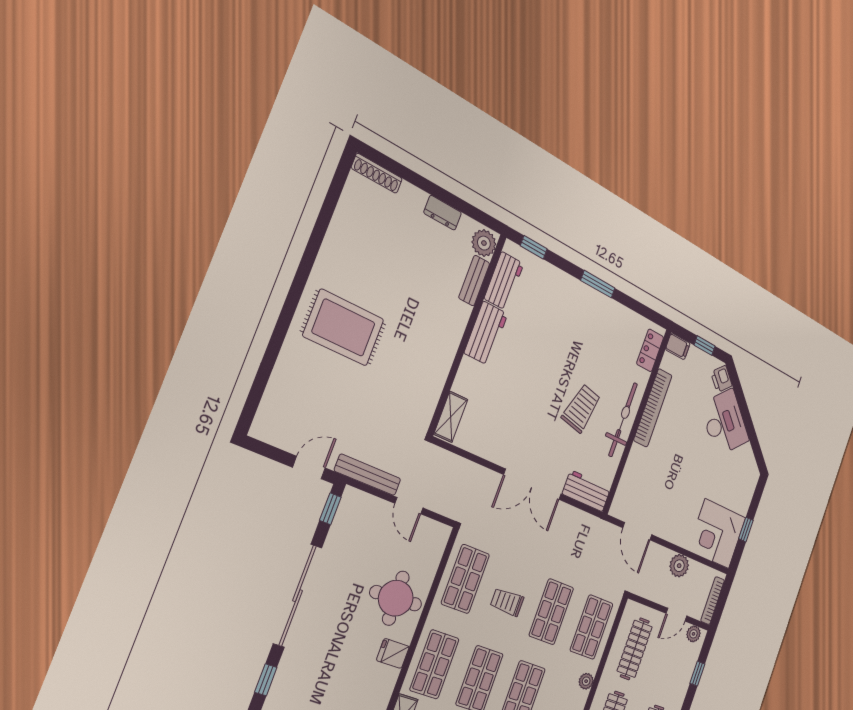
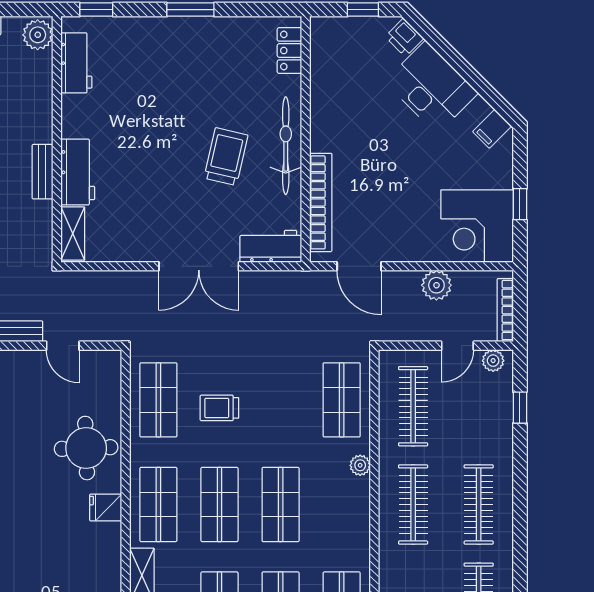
bench: (474, 281) -> (42, 172), moved
workbench: (486, 333) -> (78, 172), moved
filing cabinet: (678, 346) -> (492, 129), moved, turned 135
bookcase: (653, 408) -> (321, 202), moved
shop shelf: (551, 612) -> (281, 400), removed

